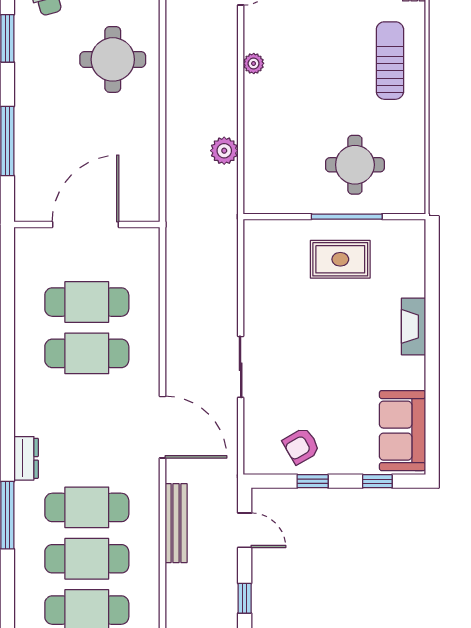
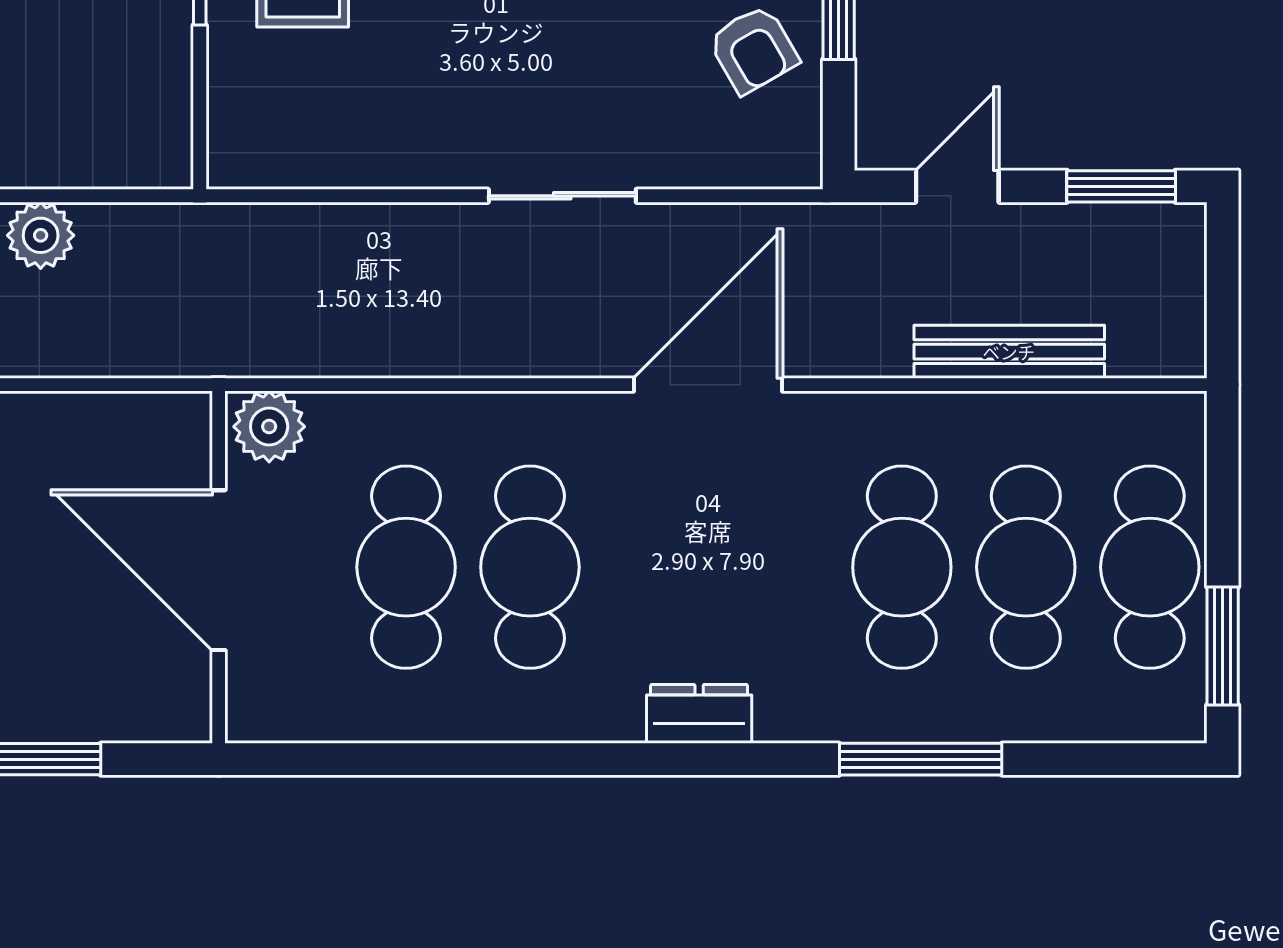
plant: (145, 245) -> (269, 427), added
dresser: (26, 458) -> (699, 714), moved
bench: (176, 523) -> (1009, 352), moved
window: (245, 598) -> (1121, 186), width x1.50

